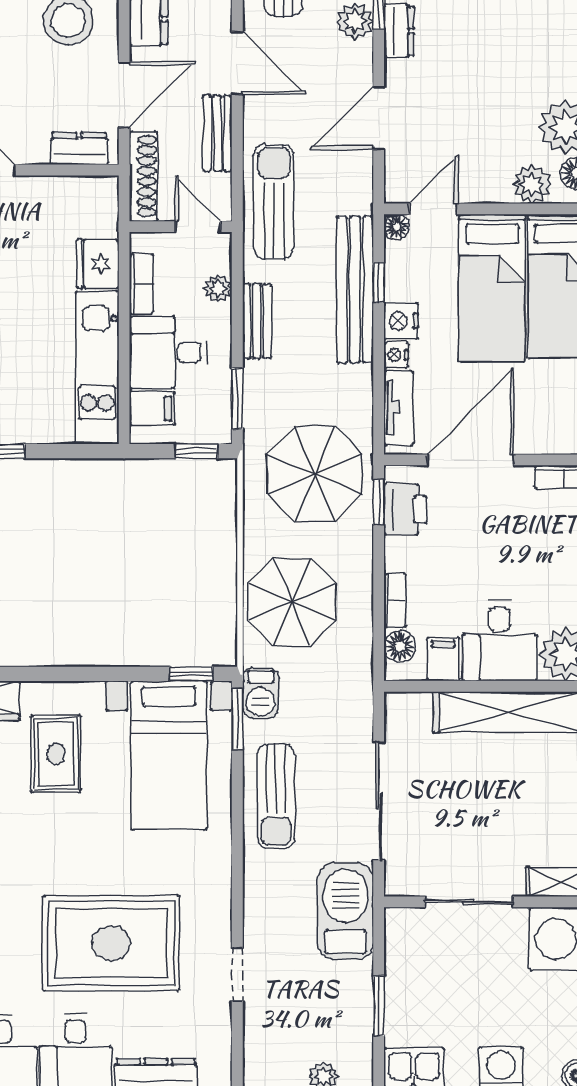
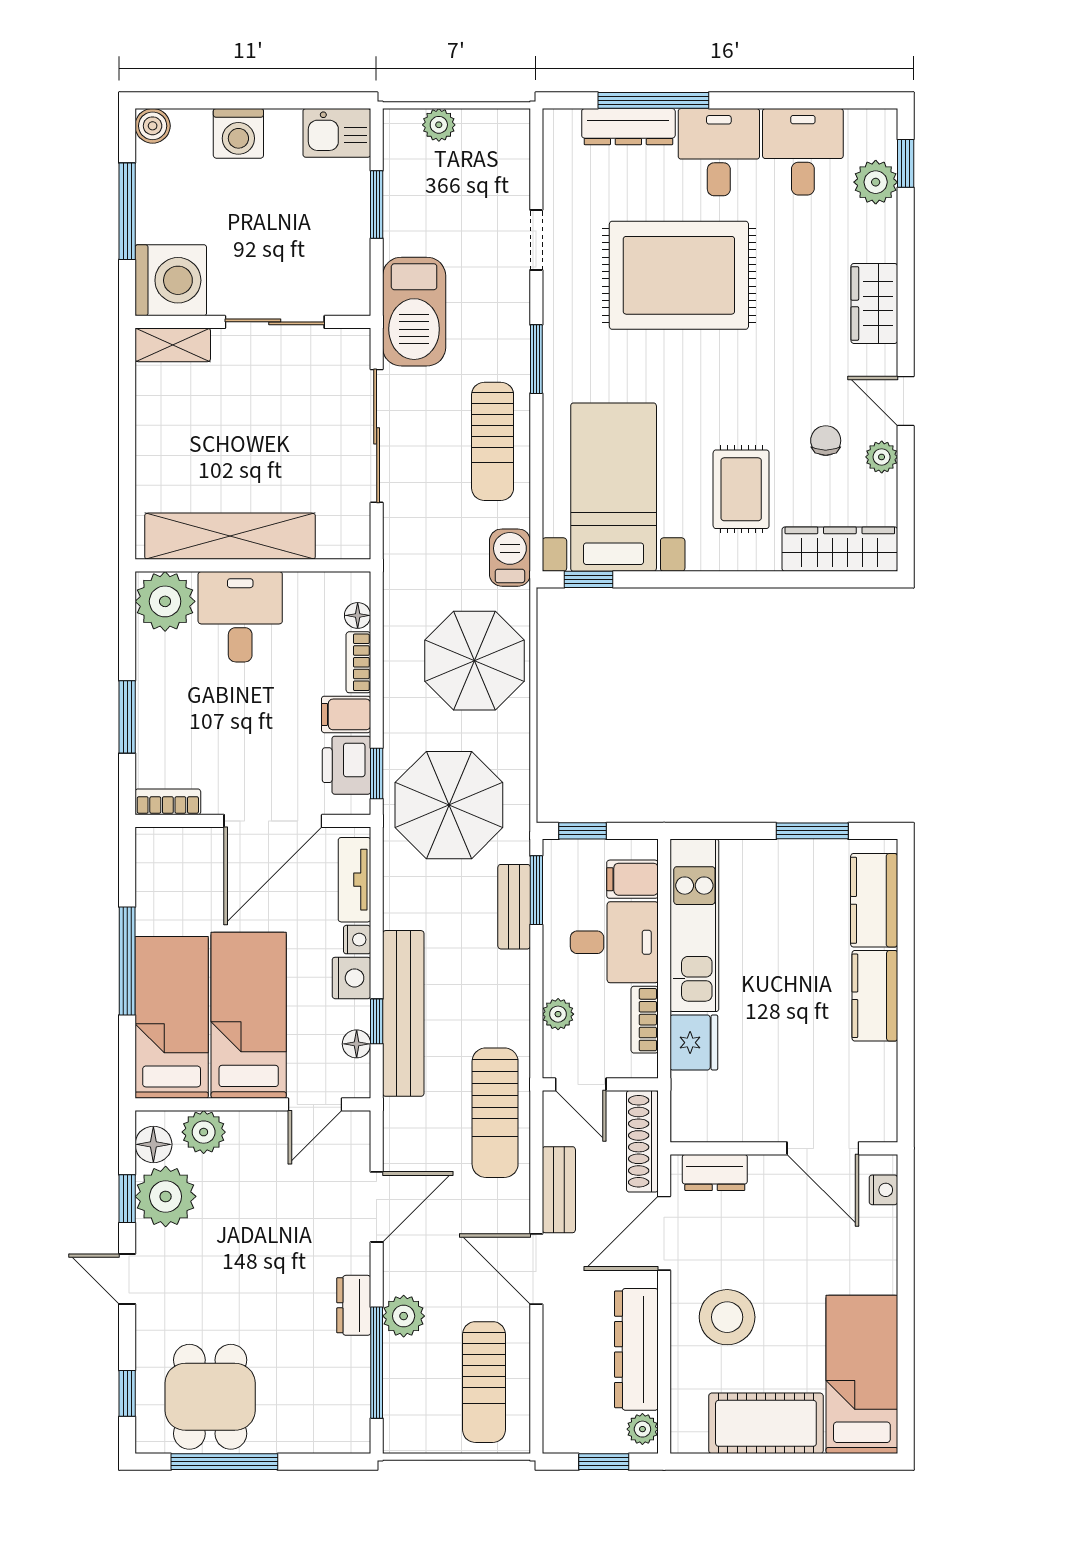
floor lamp: (396, 227) -> (357, 1044), moved
bench: (257, 321) -> (514, 907), moved
floor lamp: (400, 646) -> (358, 615), width x0.73, depth x0.73
filing cabinet: (443, 659) -> (346, 714), moved, turned 90
window: (237, 719) -> (536, 359), moved
sun lounger: (276, 796) -> (493, 441), turned 180

